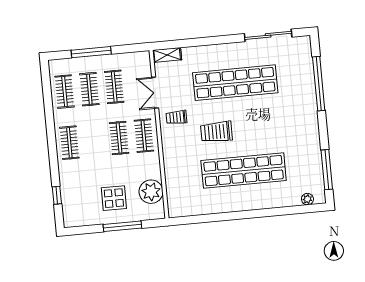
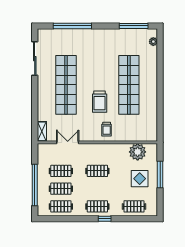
window: (91, 52) -> (35, 185), width x1.46
double door: (155, 93) -> (68, 142), swing flipped
trolley: (176, 117) -> (107, 129), moved
clothes rail: (144, 136) -> (134, 206), moved
window: (57, 195) -> (105, 219), moved

